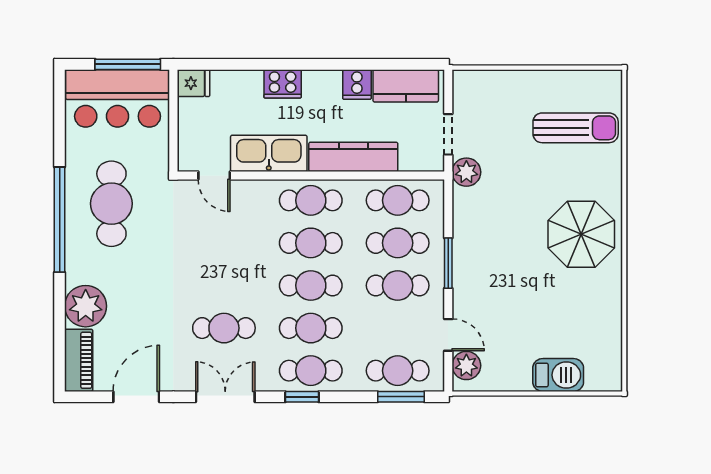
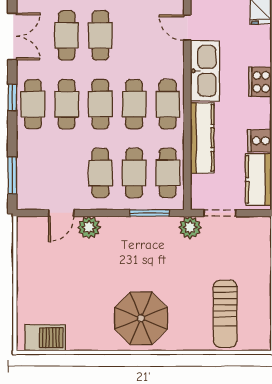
door: (214, 176) -> (187, 28), hinge flipped
window: (448, 263) -> (149, 213), moved
plant: (466, 366) -> (89, 227), moved
cafe table: (398, 371) -> (100, 35), moved
barbecue: (558, 375) -> (45, 338), moved, turned -90

